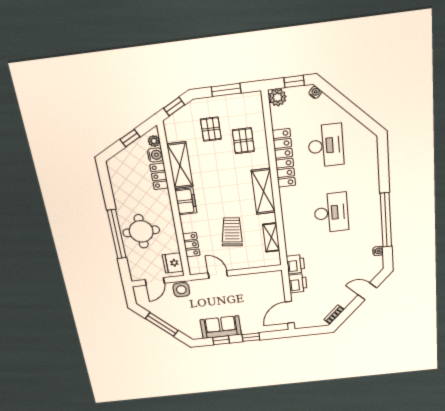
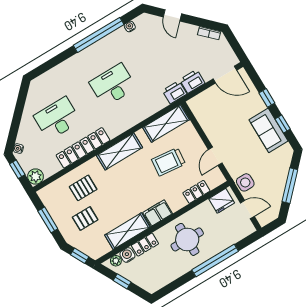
round table: (141, 231) -> (187, 239), moved
shelving: (271, 237) -> (166, 124), width x1.50, depth x1.33

